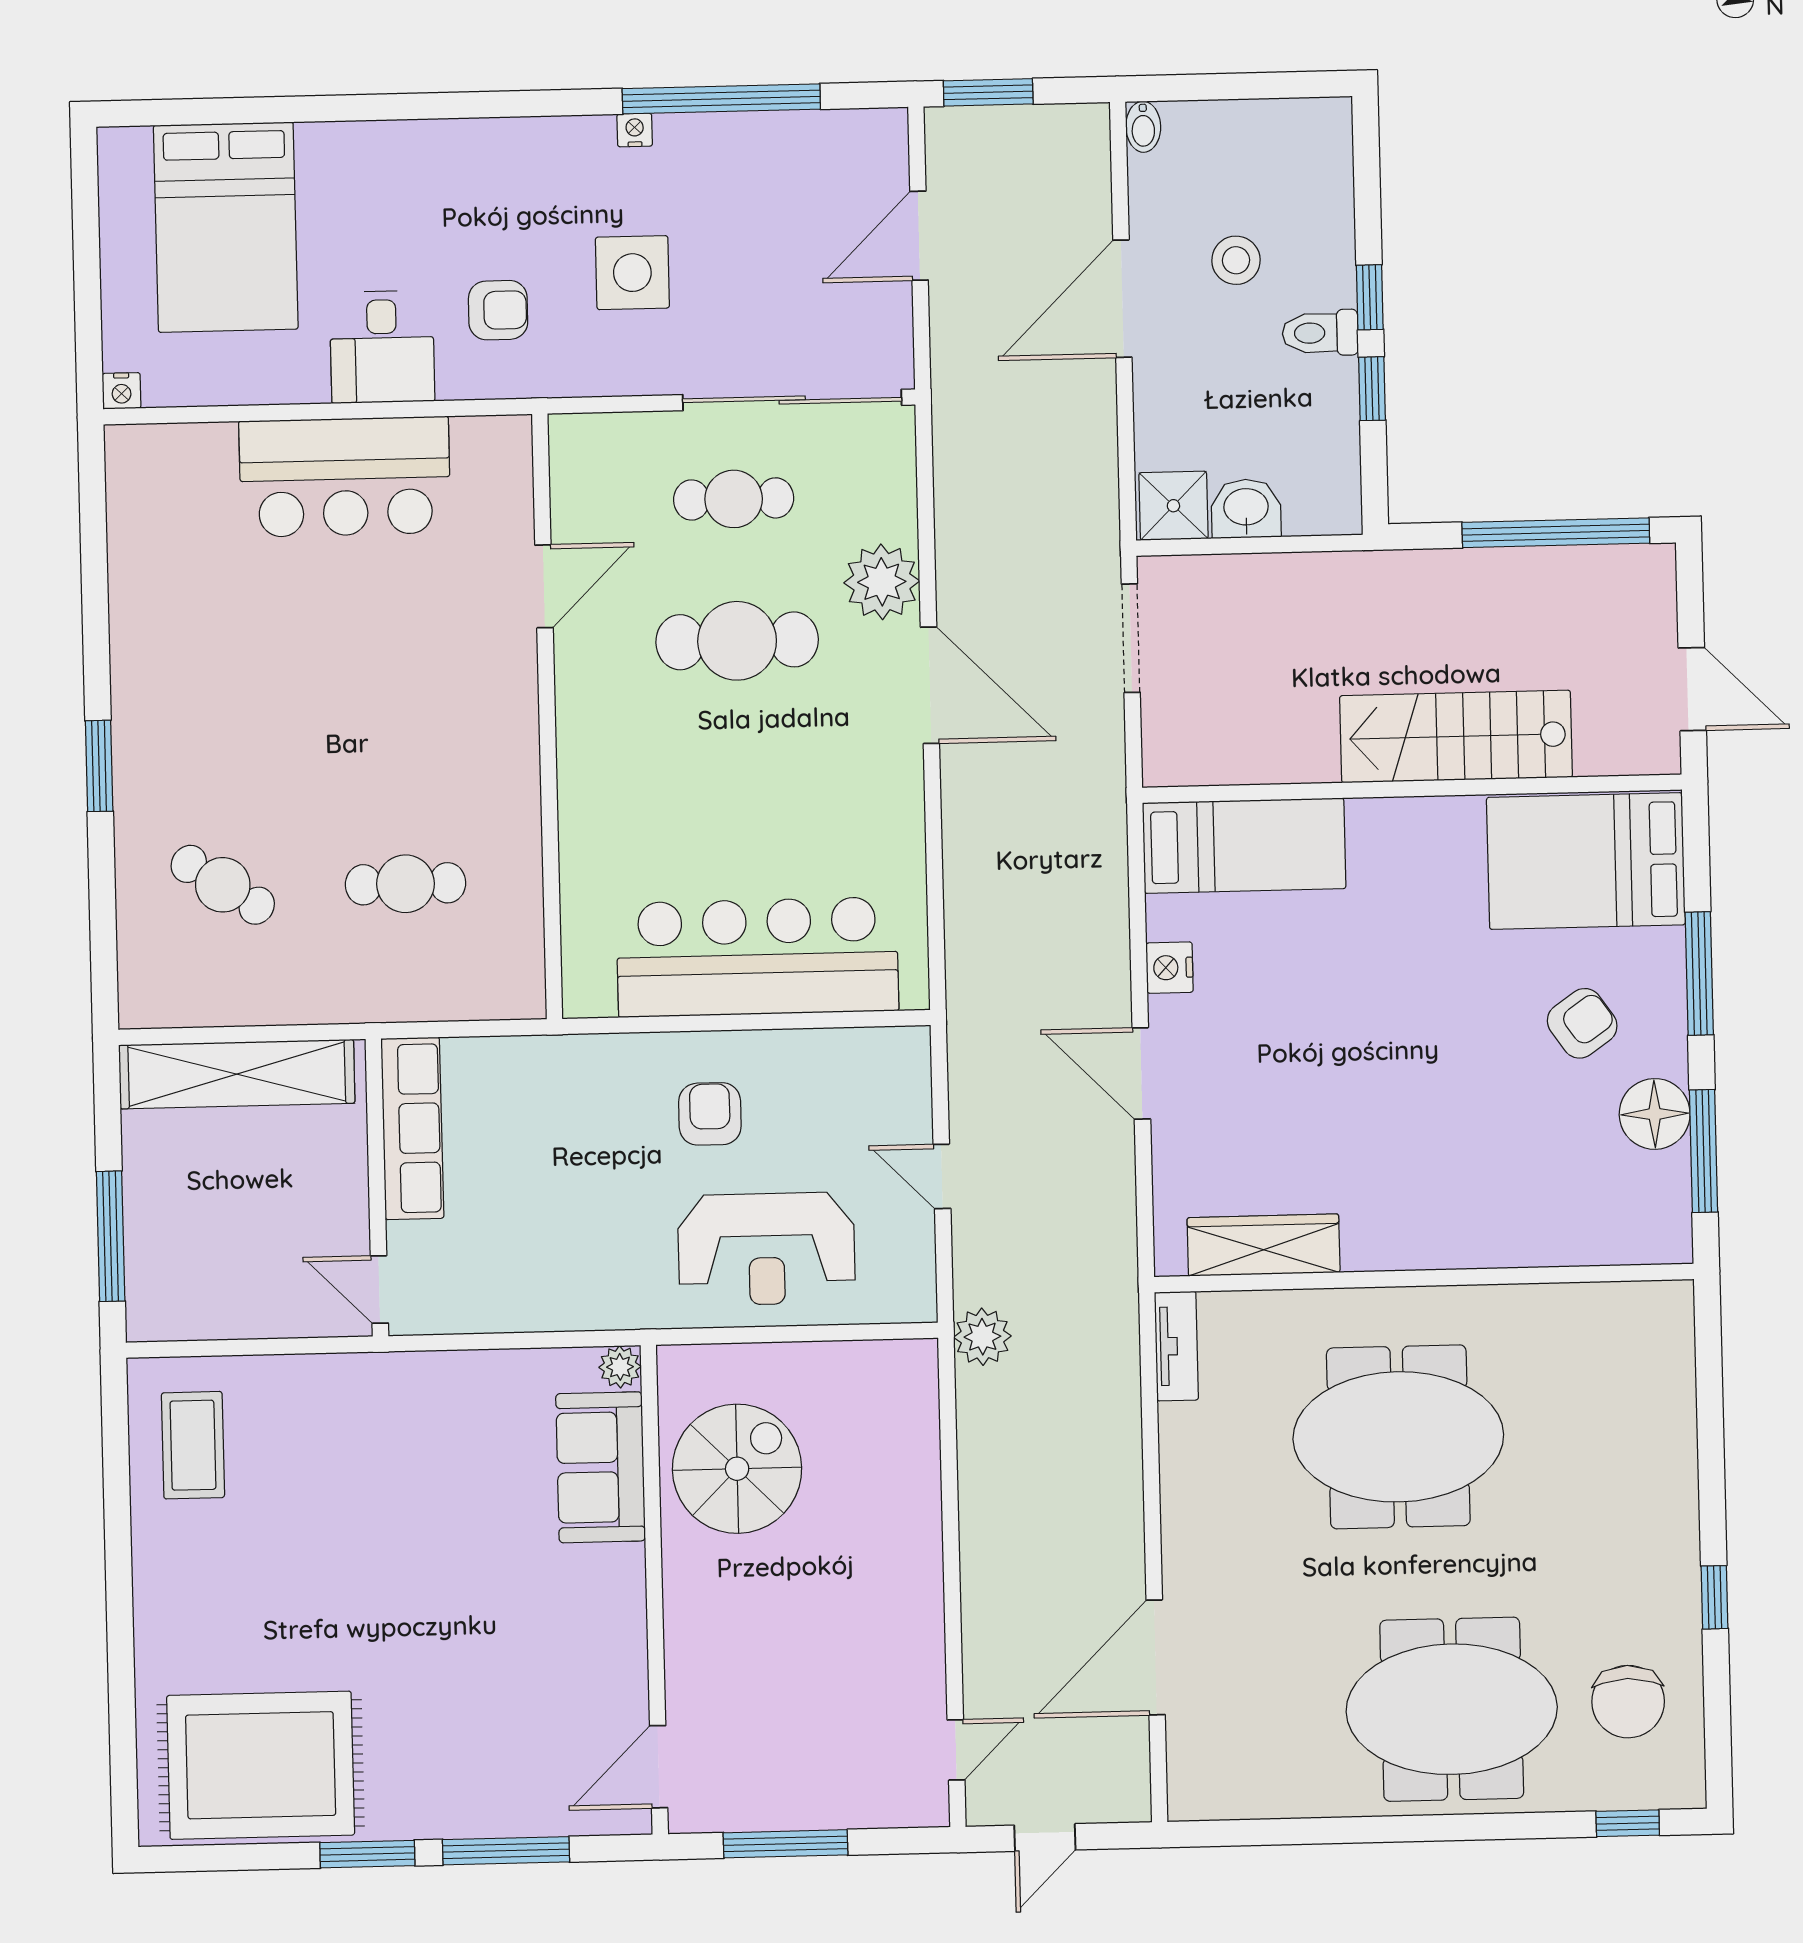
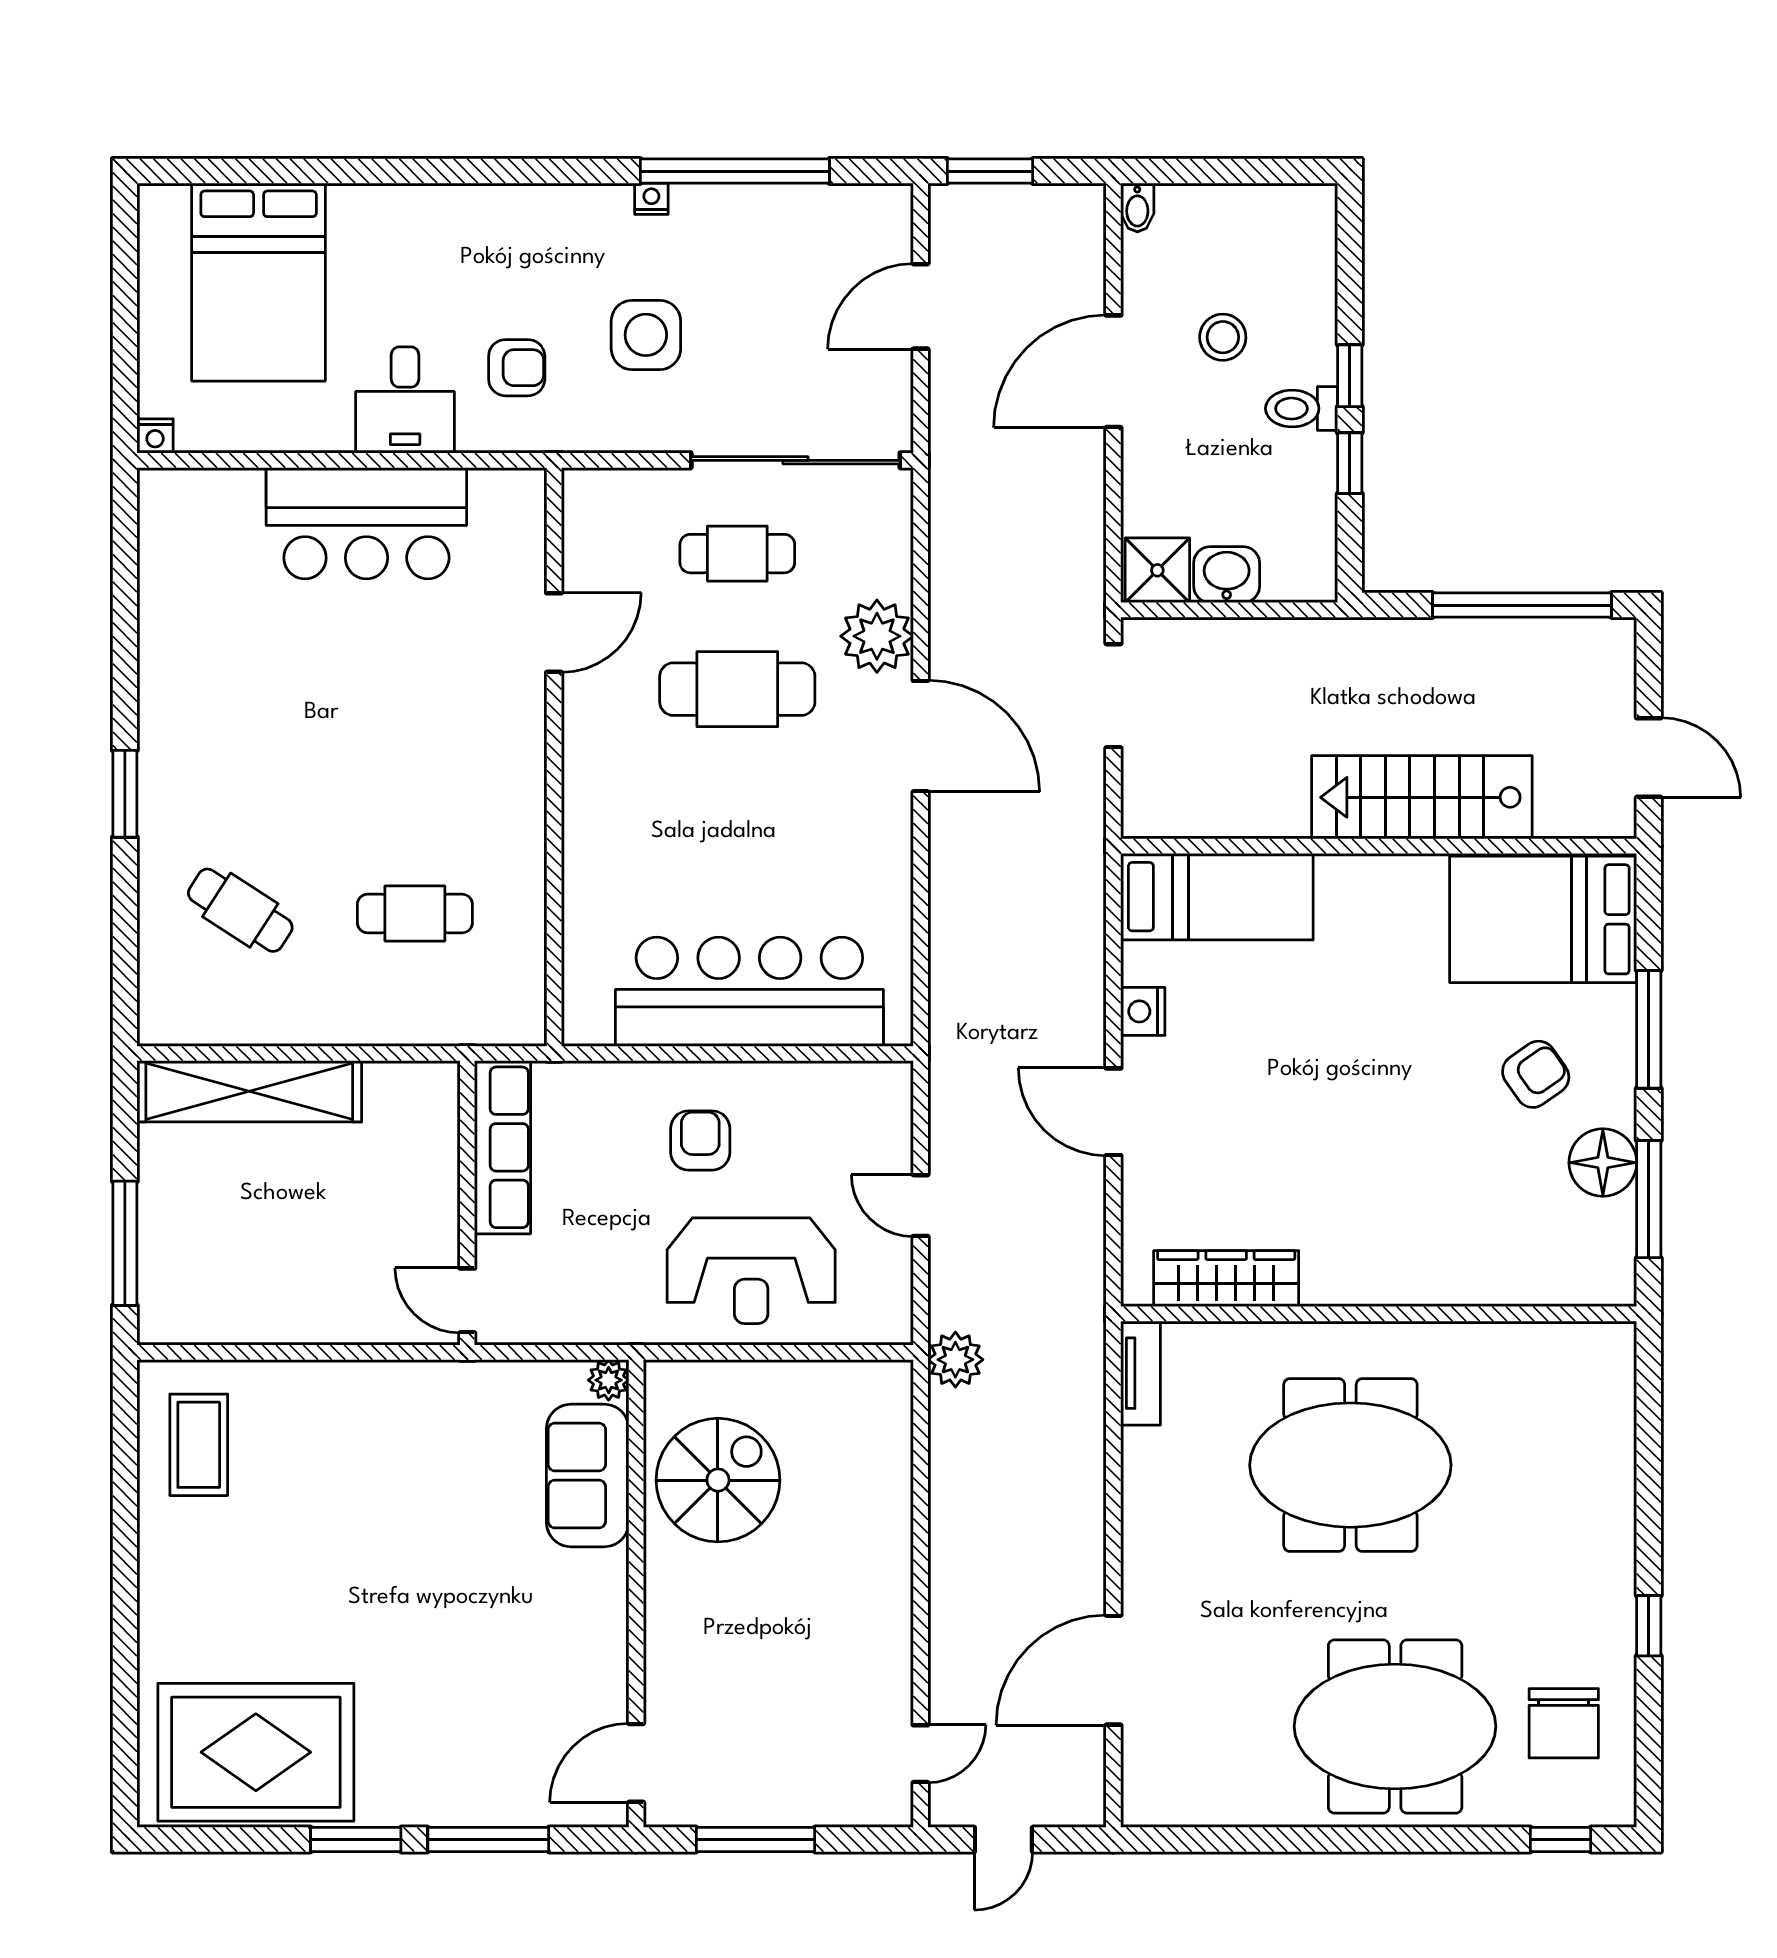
row of seats: (412, 1128) -> (503, 1147), moved
wall: (377, 1188) -> (467, 1203), moved
door: (379, 1290) -> (467, 1300), moved

